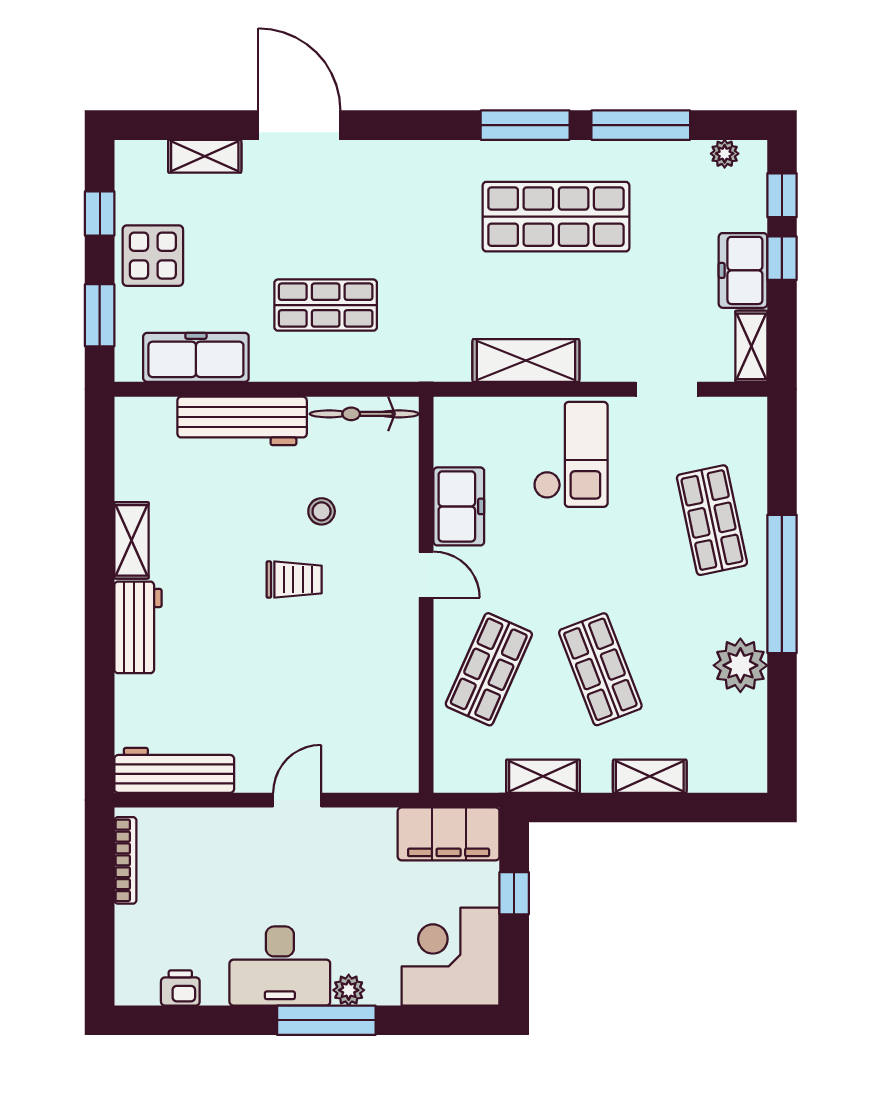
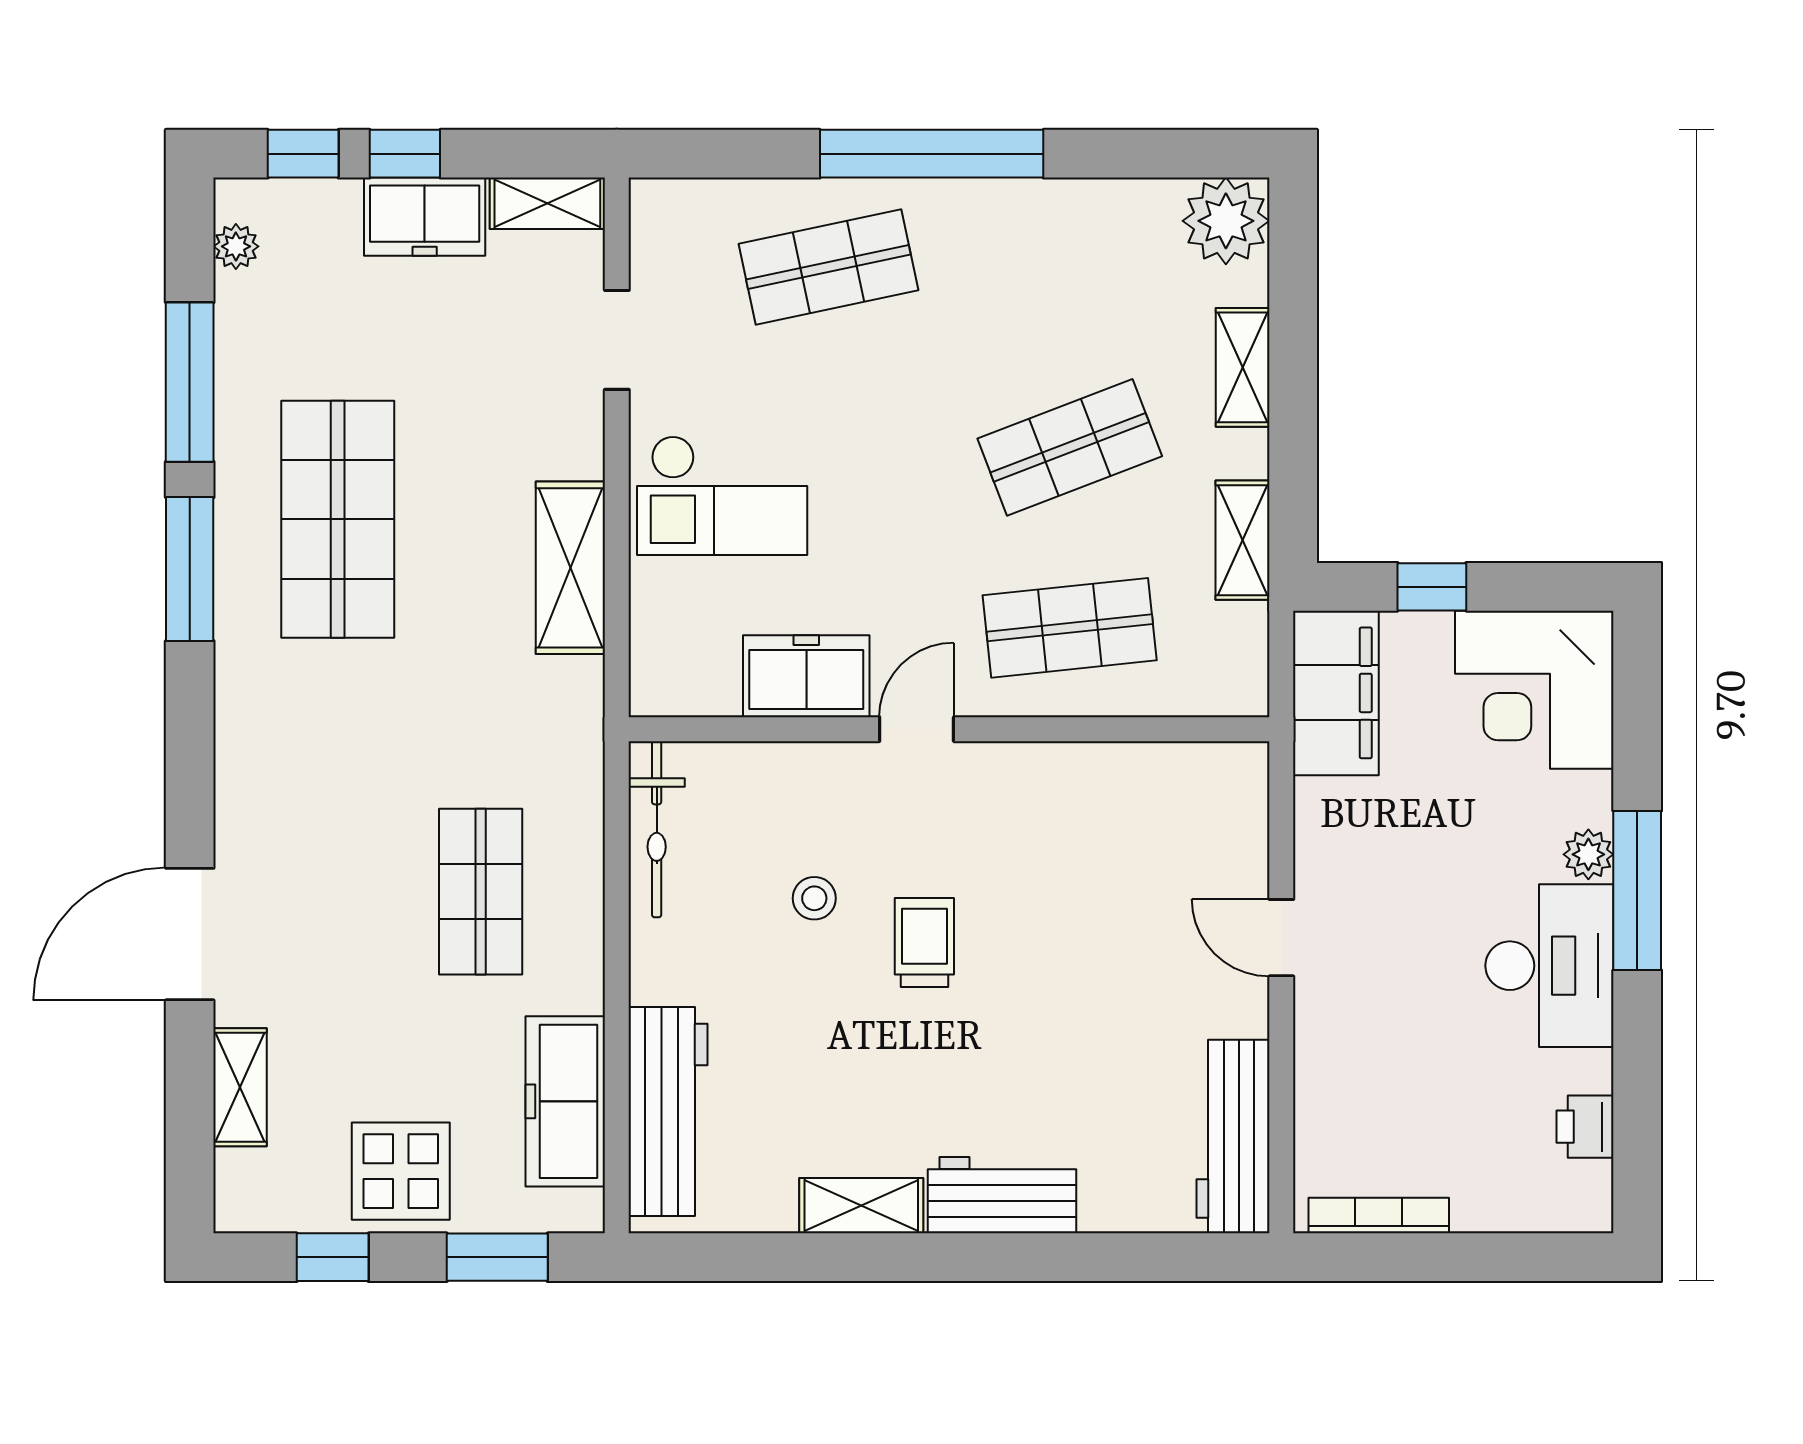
workbench: (242, 421) -> (668, 1111), moved
checkout: (571, 454) -> (722, 495), turned 180
plant: (740, 665) -> (1226, 221), moved
shop shelf: (489, 669) -> (1070, 628), turned -30

